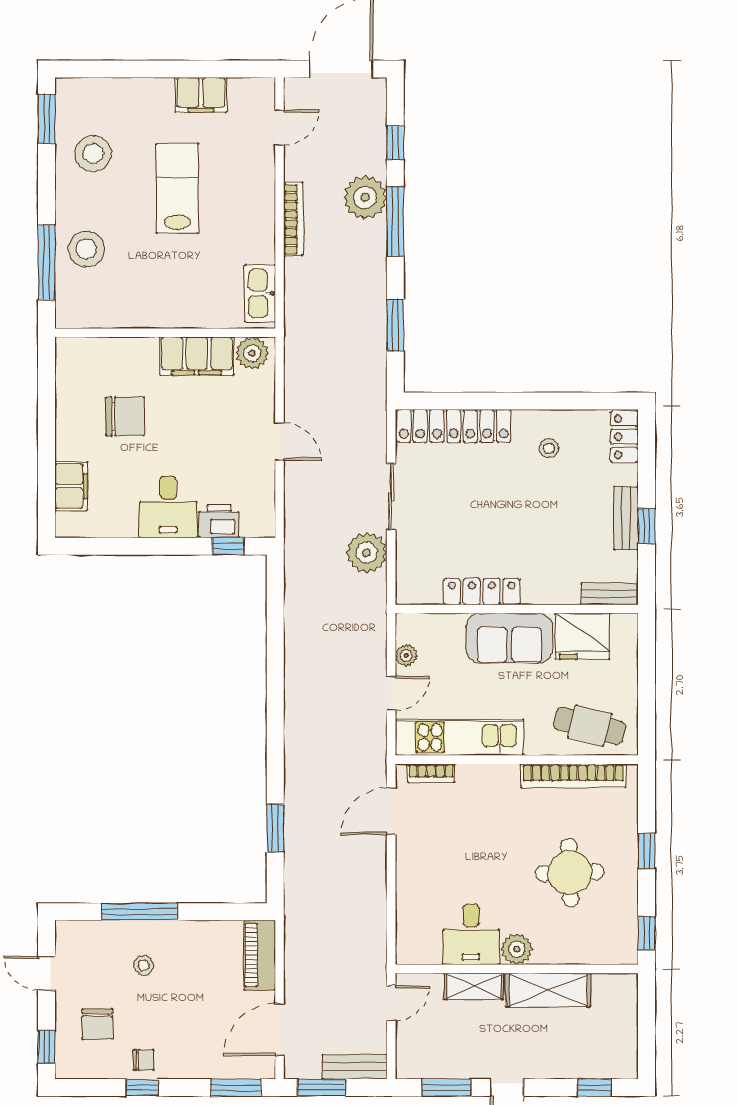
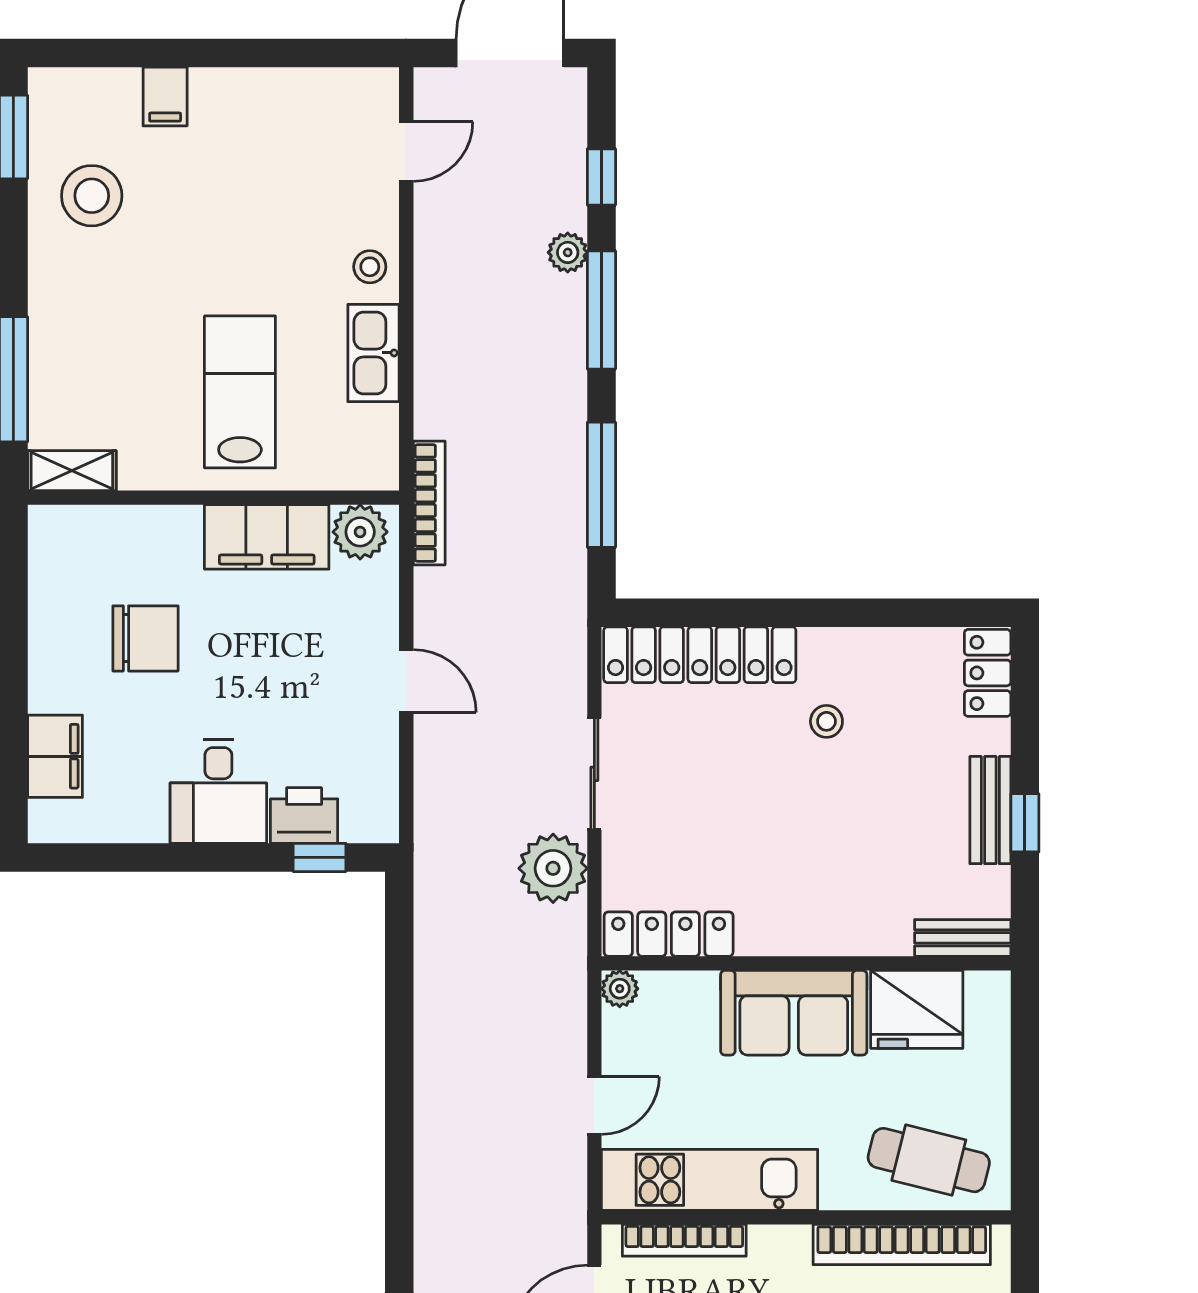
filing cabinet: (201, 95) -> (165, 97), moved, width x0.50
lab bench: (177, 188) -> (240, 392), moved
plant: (365, 198) -> (568, 252), width x0.53, depth x0.53
bookcase: (293, 219) -> (429, 503), moved
stool: (86, 249) -> (370, 267), moved, width x0.53, depth x0.53
kitchen sink: (260, 293) -> (373, 353), moved
shelving: (81, 317) -> (72, 471), added
window: (395, 325) -> (601, 485), width x1.44
stool: (549, 448) -> (826, 721), moved
locker: (482, 592) -> (669, 934), moved
plant: (406, 655) -> (620, 989), moved
bookcase: (431, 773) -> (684, 1240), width x1.56

